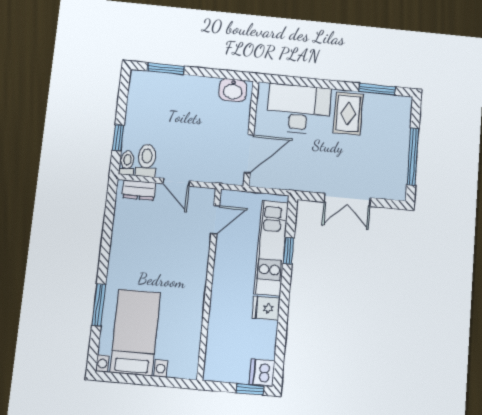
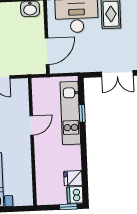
door: (215, 220) -> (32, 125), moved
fridge: (266, 308) -> (73, 178), moved

